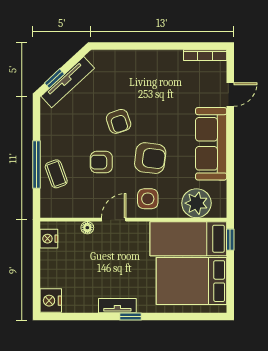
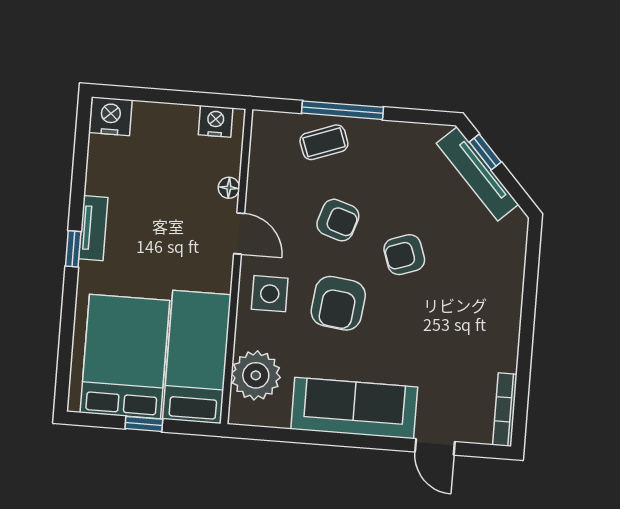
armchair: (101, 162) -> (338, 220), turned 108
window: (230, 240) -> (144, 424), moved

